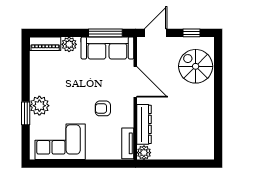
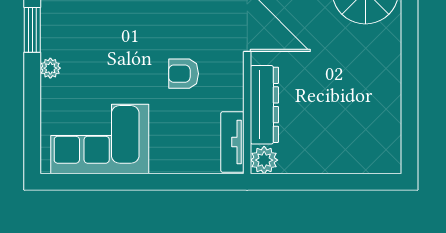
plant: (39, 106) -> (50, 68), width x0.53, depth x0.53
window: (26, 113) -> (32, 30), moved

